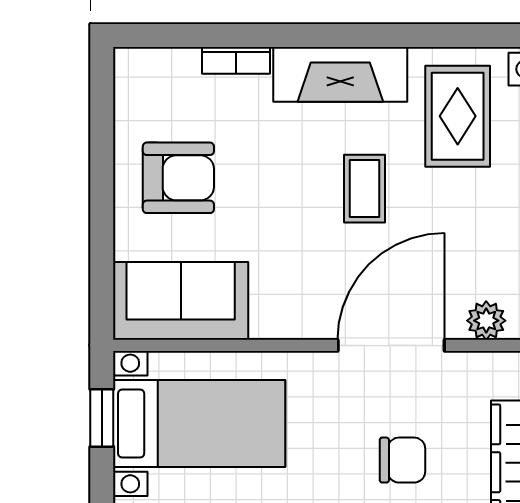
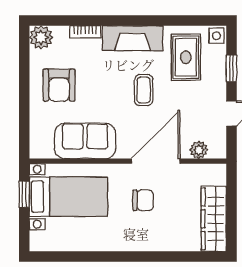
plant: (139, 73) -> (41, 37), added
armchair: (178, 178) -> (59, 85), turned 90
sofa: (181, 301) -> (85, 141), moved
chair: (402, 460) -> (143, 200), moved

